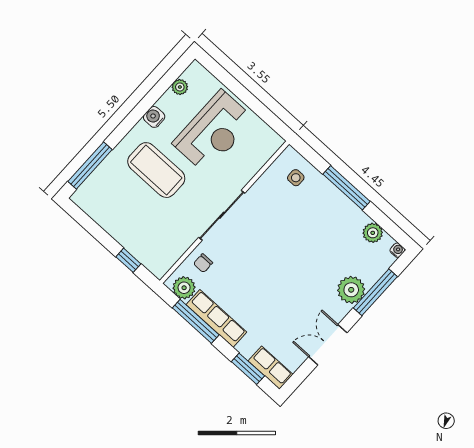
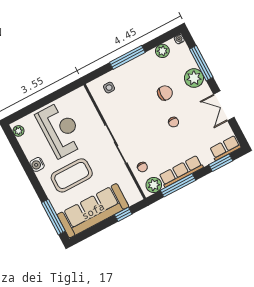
plant: (180, 87) -> (18, 131), moved
sofa: (118, 217) -> (93, 211), added
chair: (316, 257) -> (165, 93), added
chair: (280, 284) -> (174, 122), added

